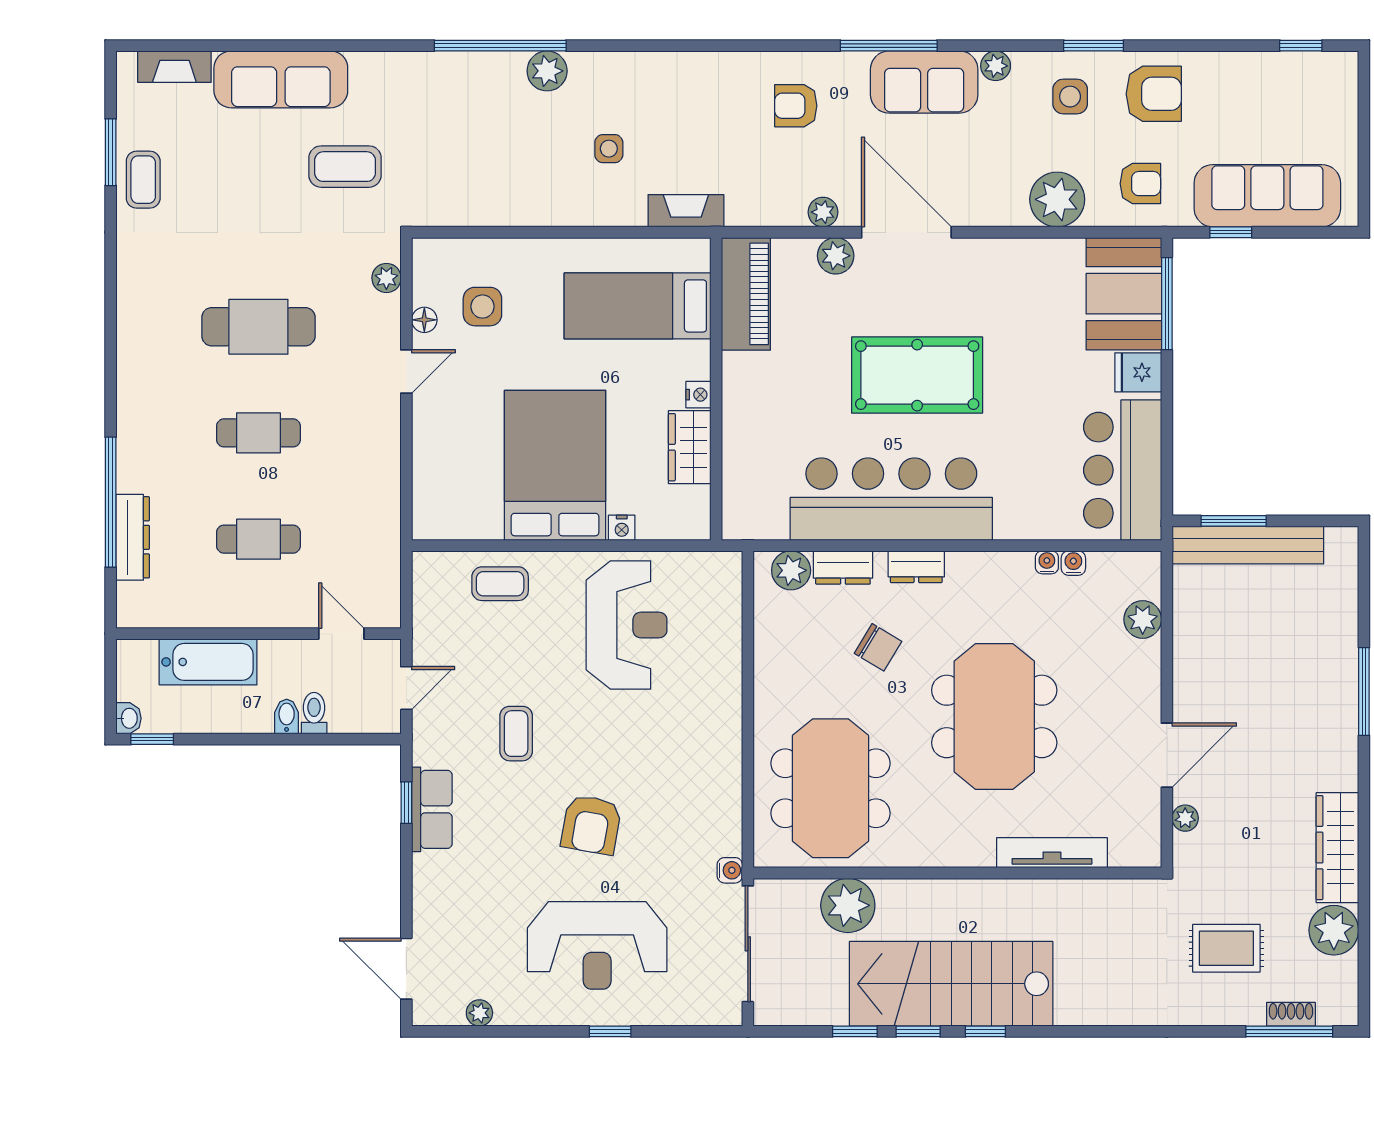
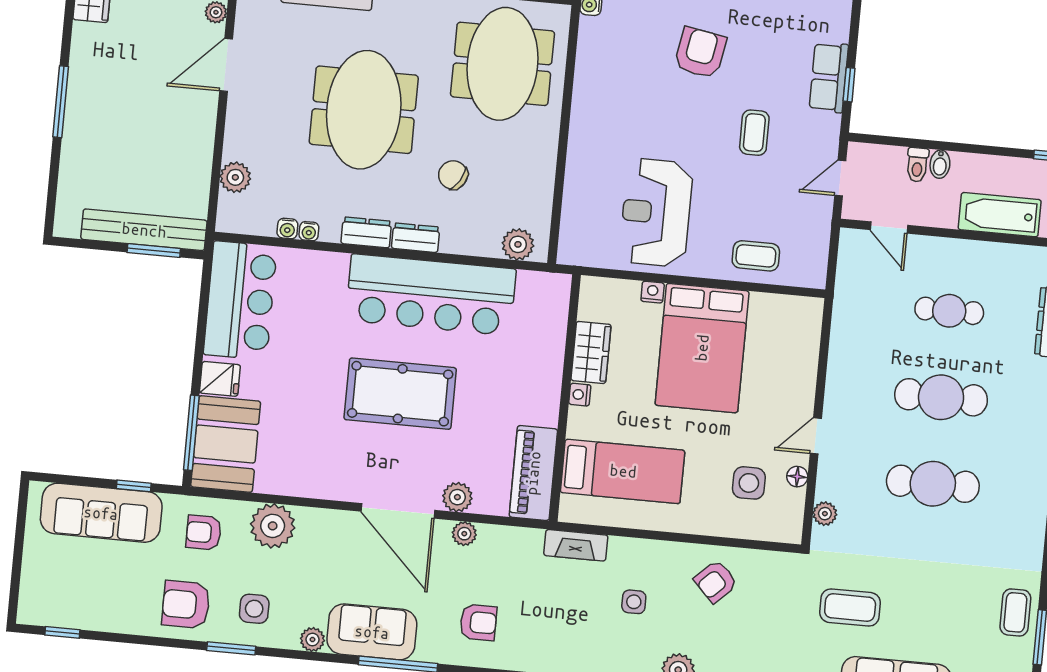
armchair: (512, 183) -> (716, 582), added
cafe table: (258, 433) -> (941, 397), width x1.37, depth x1.35
dresser: (843, 568) -> (366, 232), moved

